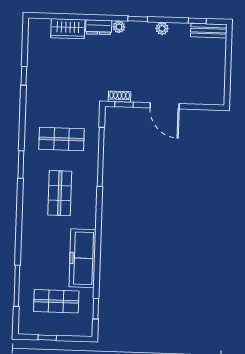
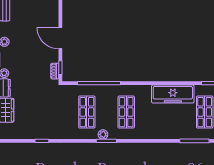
door: (165, 106) -> (60, 38), swing flipped
plant: (30, 160) -> (103, 134), added
shop shelf: (60, 193) -> (126, 112), turned 90

